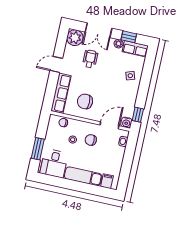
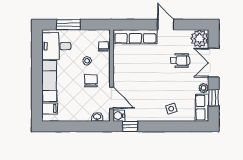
chair: (85, 101) -> (132, 65), removed

